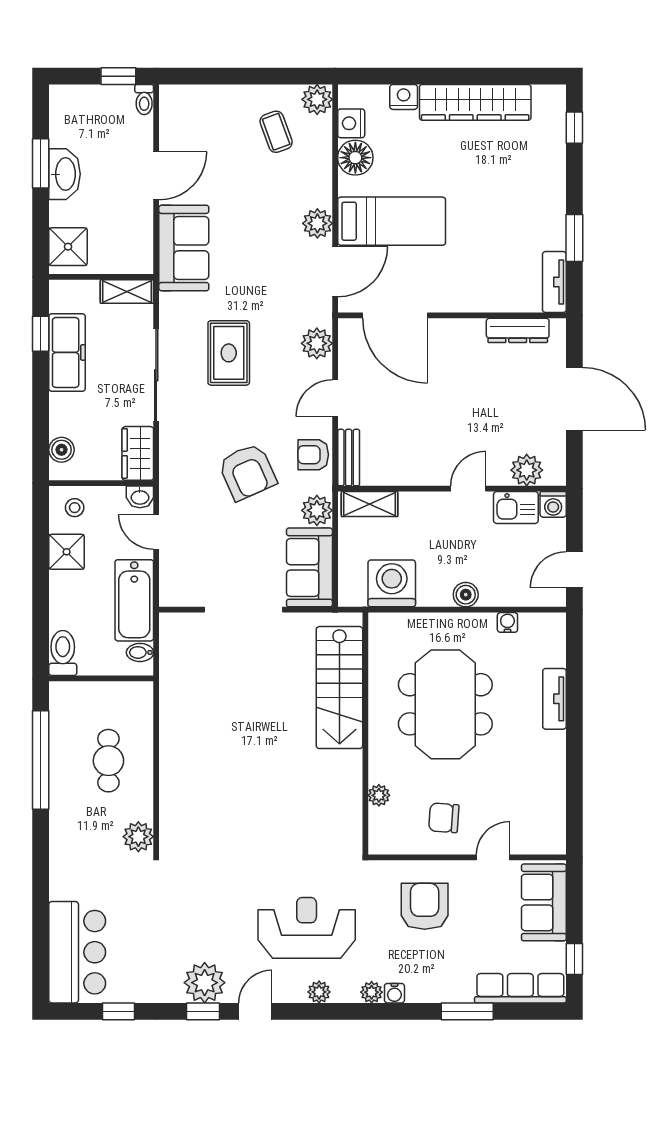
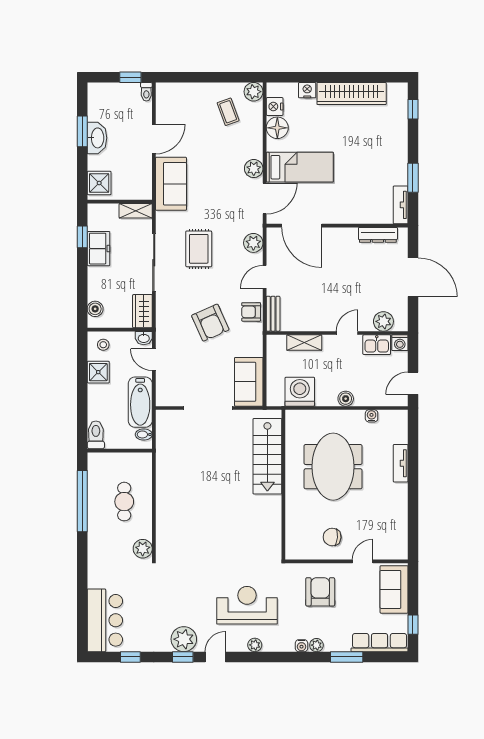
freezer: (67, 352) -> (99, 249), width x0.71
shelving: (370, 504) -> (304, 343), moved
plant: (317, 510) -> (253, 346), removed
plant: (379, 795) -> (292, 523), removed
plant: (372, 992) -> (316, 645), moved

